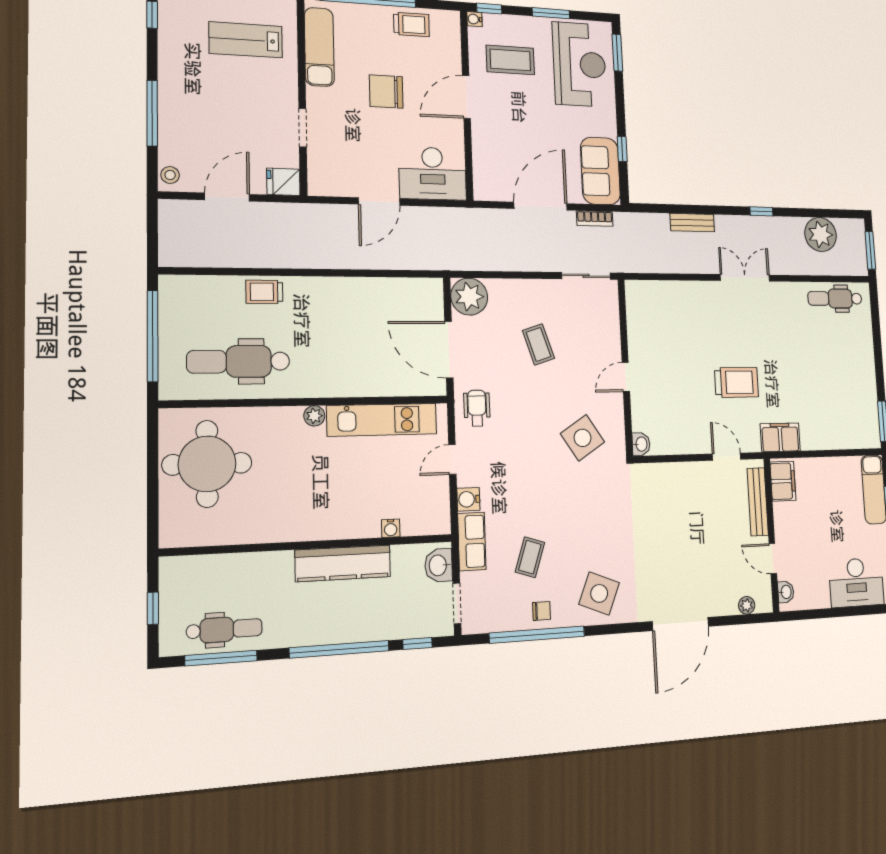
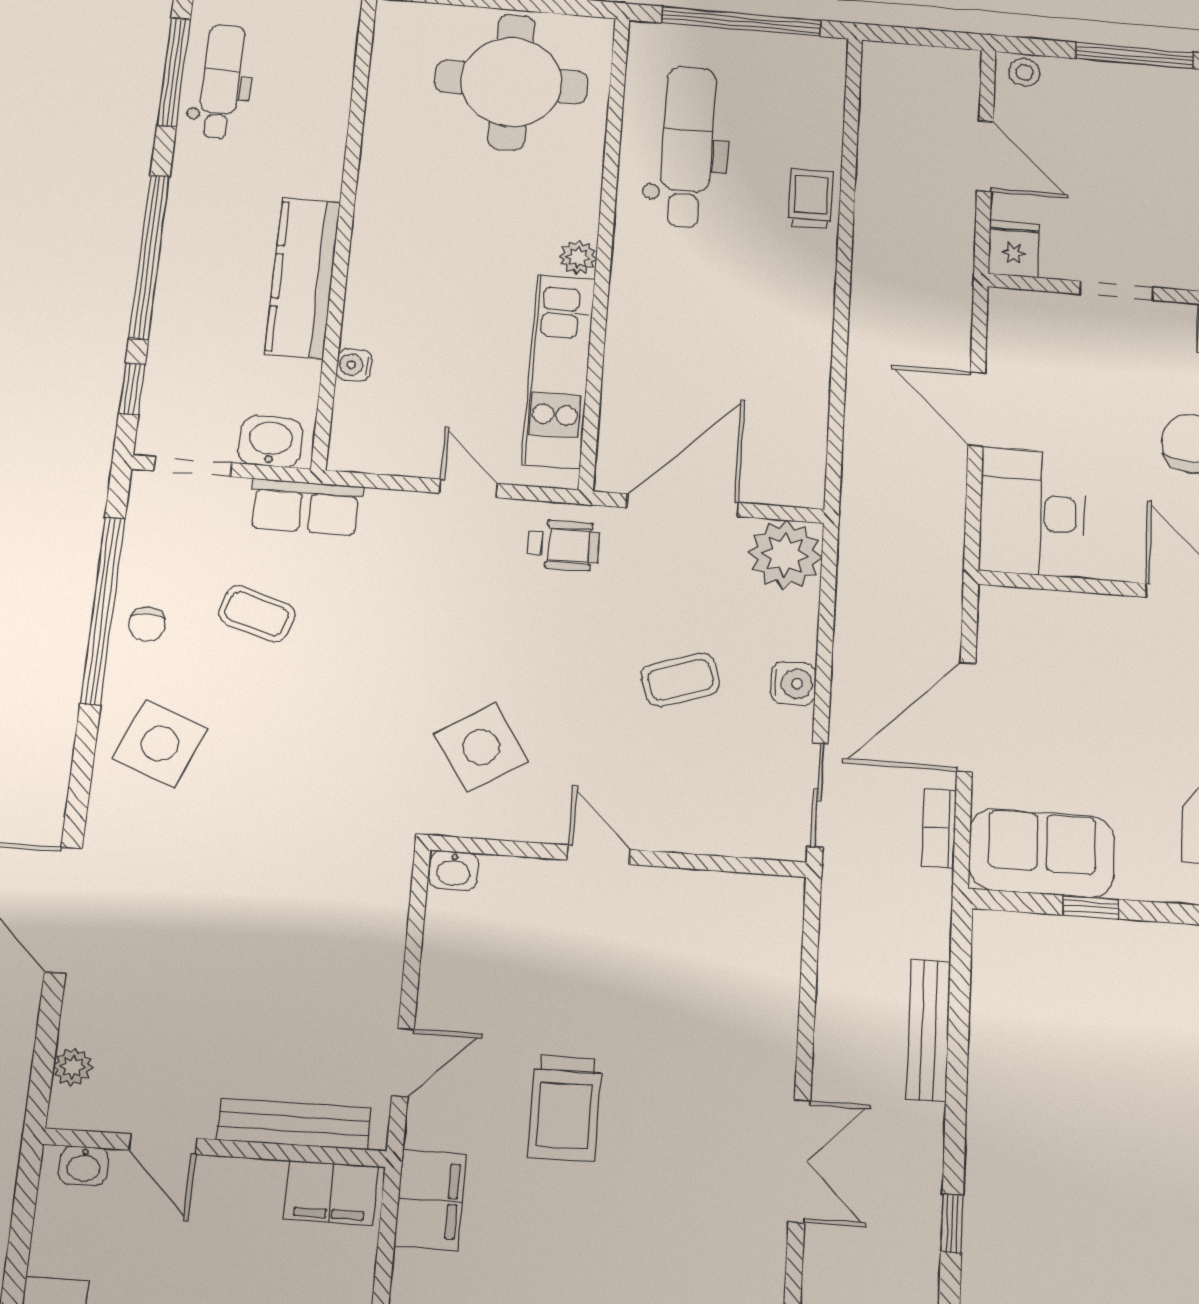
door: (541, 206) -> (966, 717), swing flipped
bench: (692, 223) -> (929, 1030), width x1.36
water cooler: (468, 499) -> (793, 683), moved, turned 90
door: (773, 558) -> (163, 1144), swing flipped
dental chair: (224, 629) -> (221, 81), turned 180

